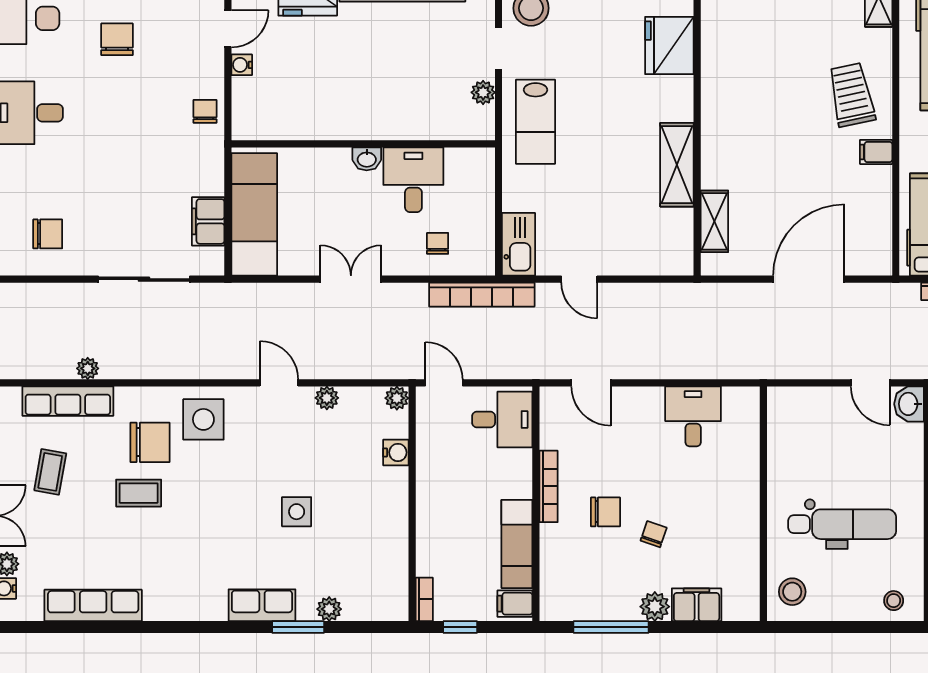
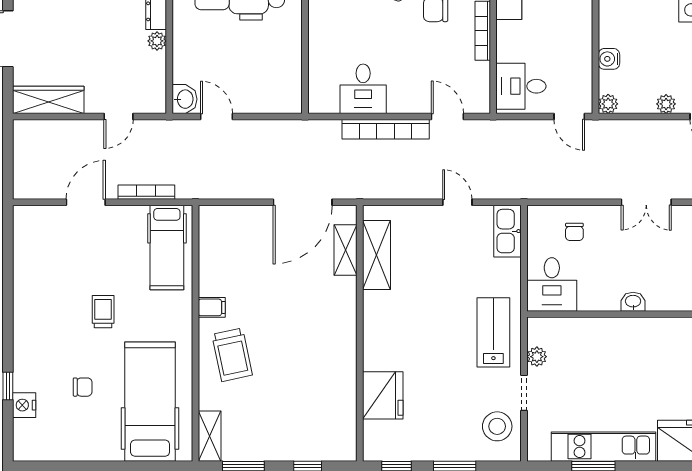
shelving: (677, 165) -> (376, 255), moved
desk: (413, 180) -> (552, 284), moved
door: (809, 279) -> (303, 202), moved
bookcase: (482, 295) -> (386, 129), moved, turned 180

